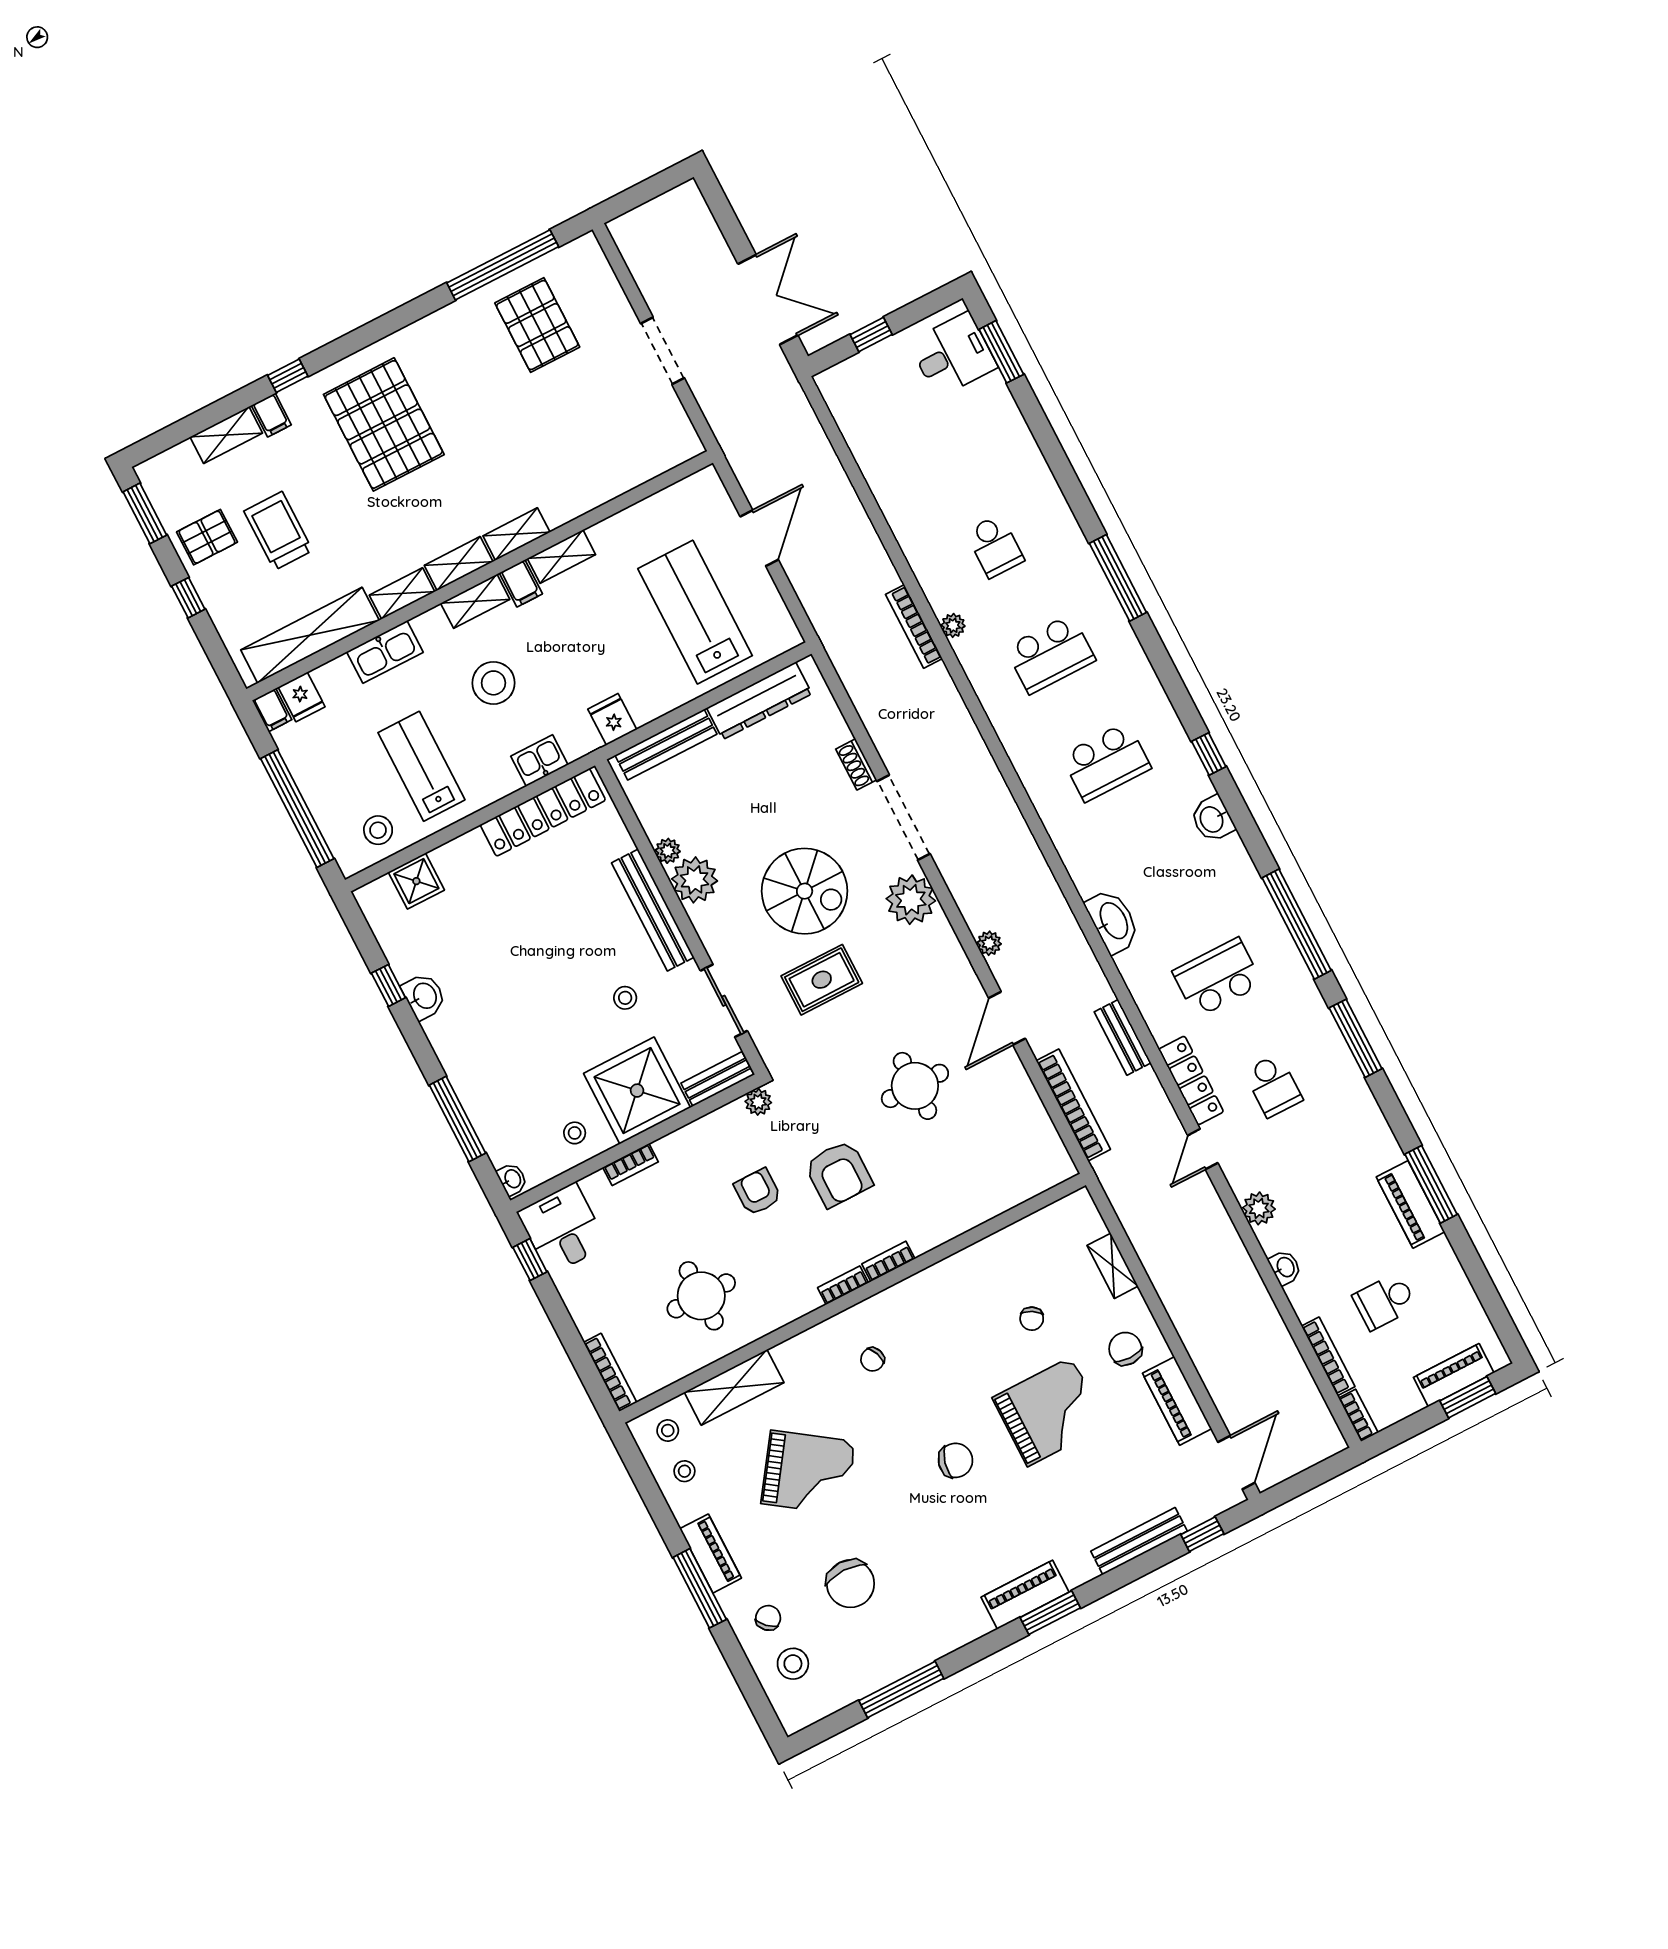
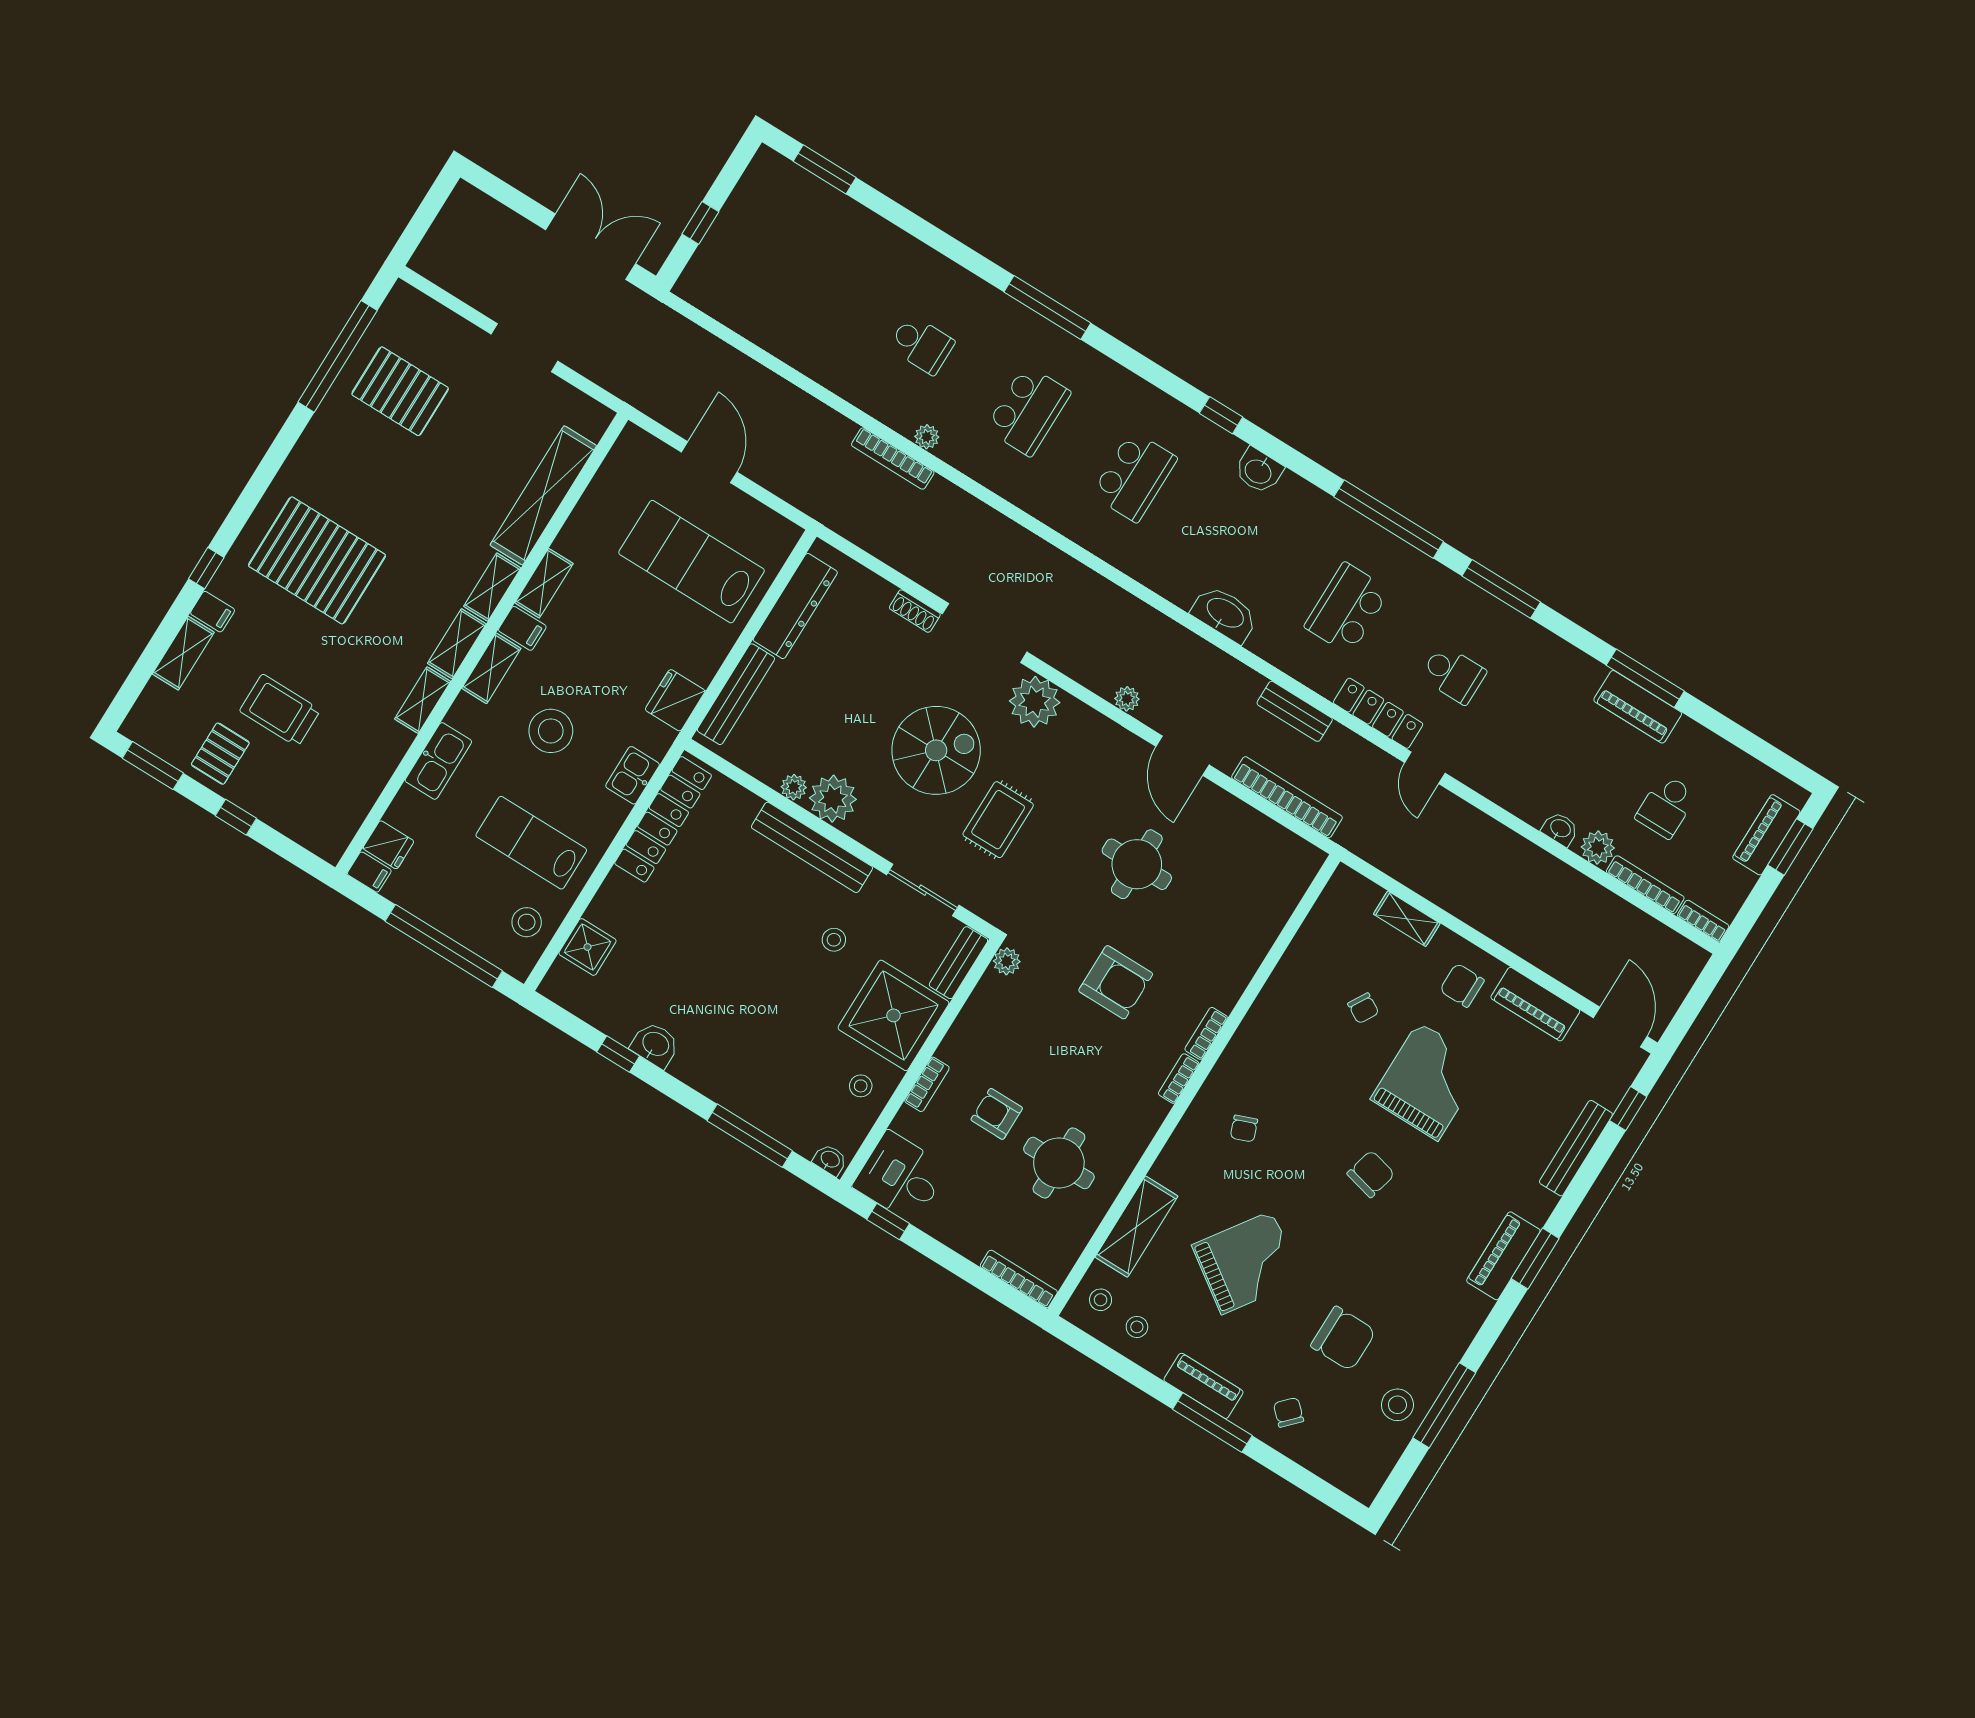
desk: (953, 355) -> (783, 197), removed
shelving: (310, 635) -> (543, 495), moved
fridge: (612, 719) -> (675, 700), width x1.38
armchair: (758, 1192) -> (997, 1114), moved
plant: (1259, 1208) -> (1598, 847), moved
stool: (793, 1664) -> (1397, 1405), moved

